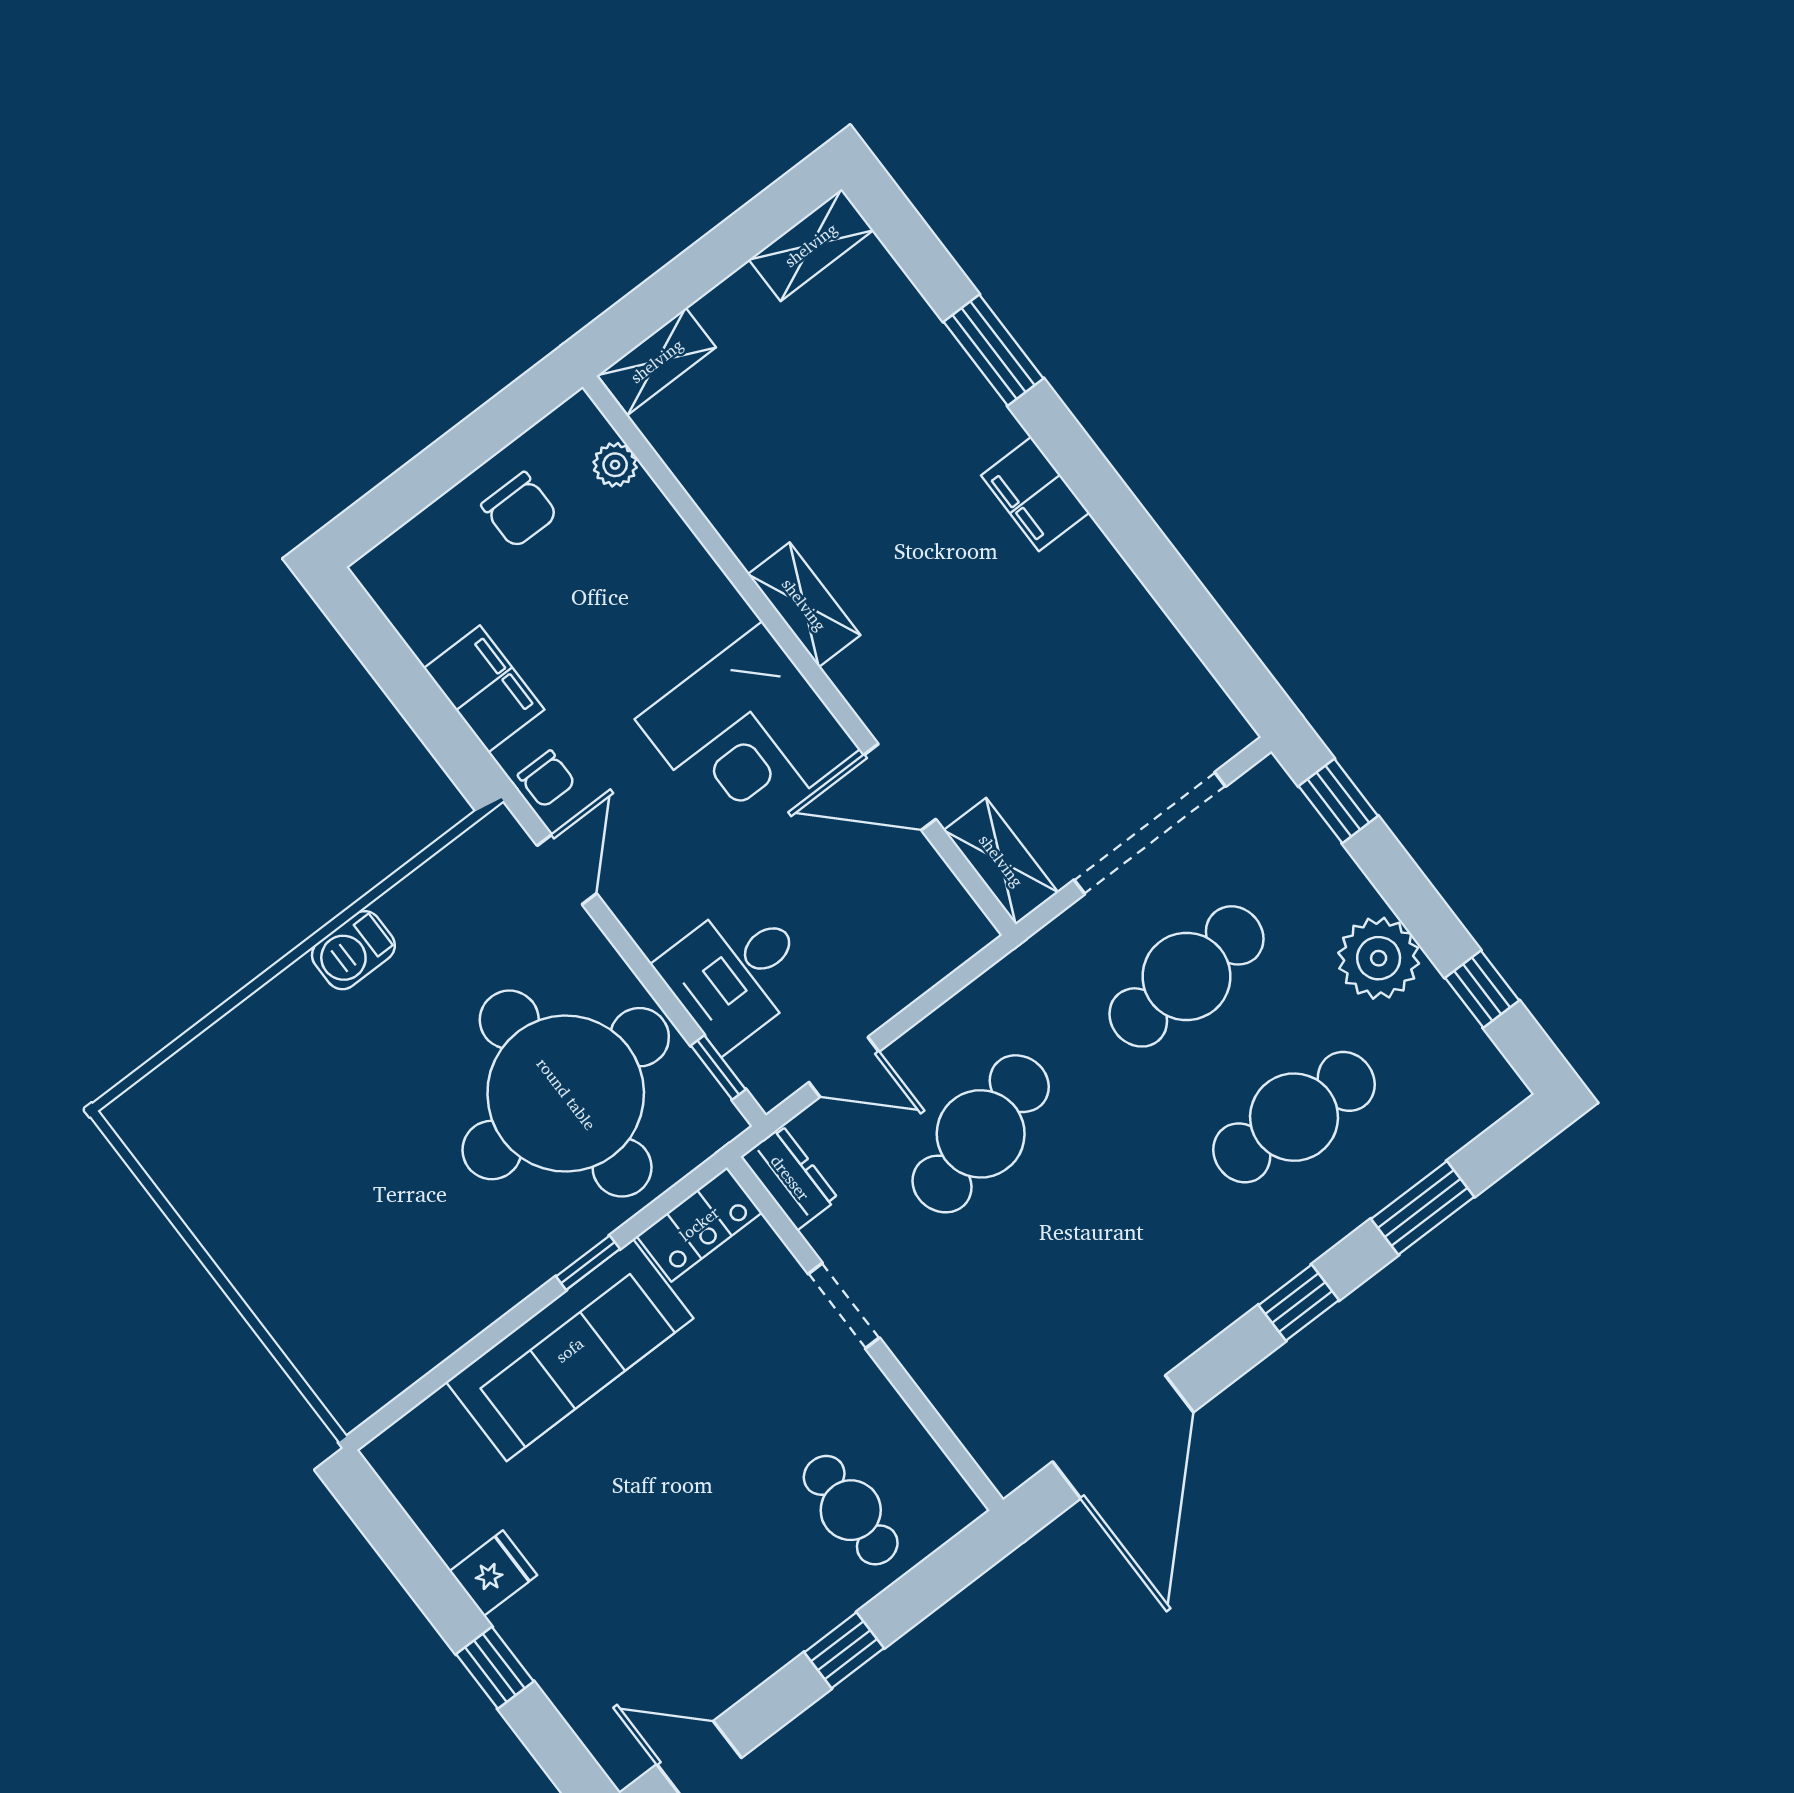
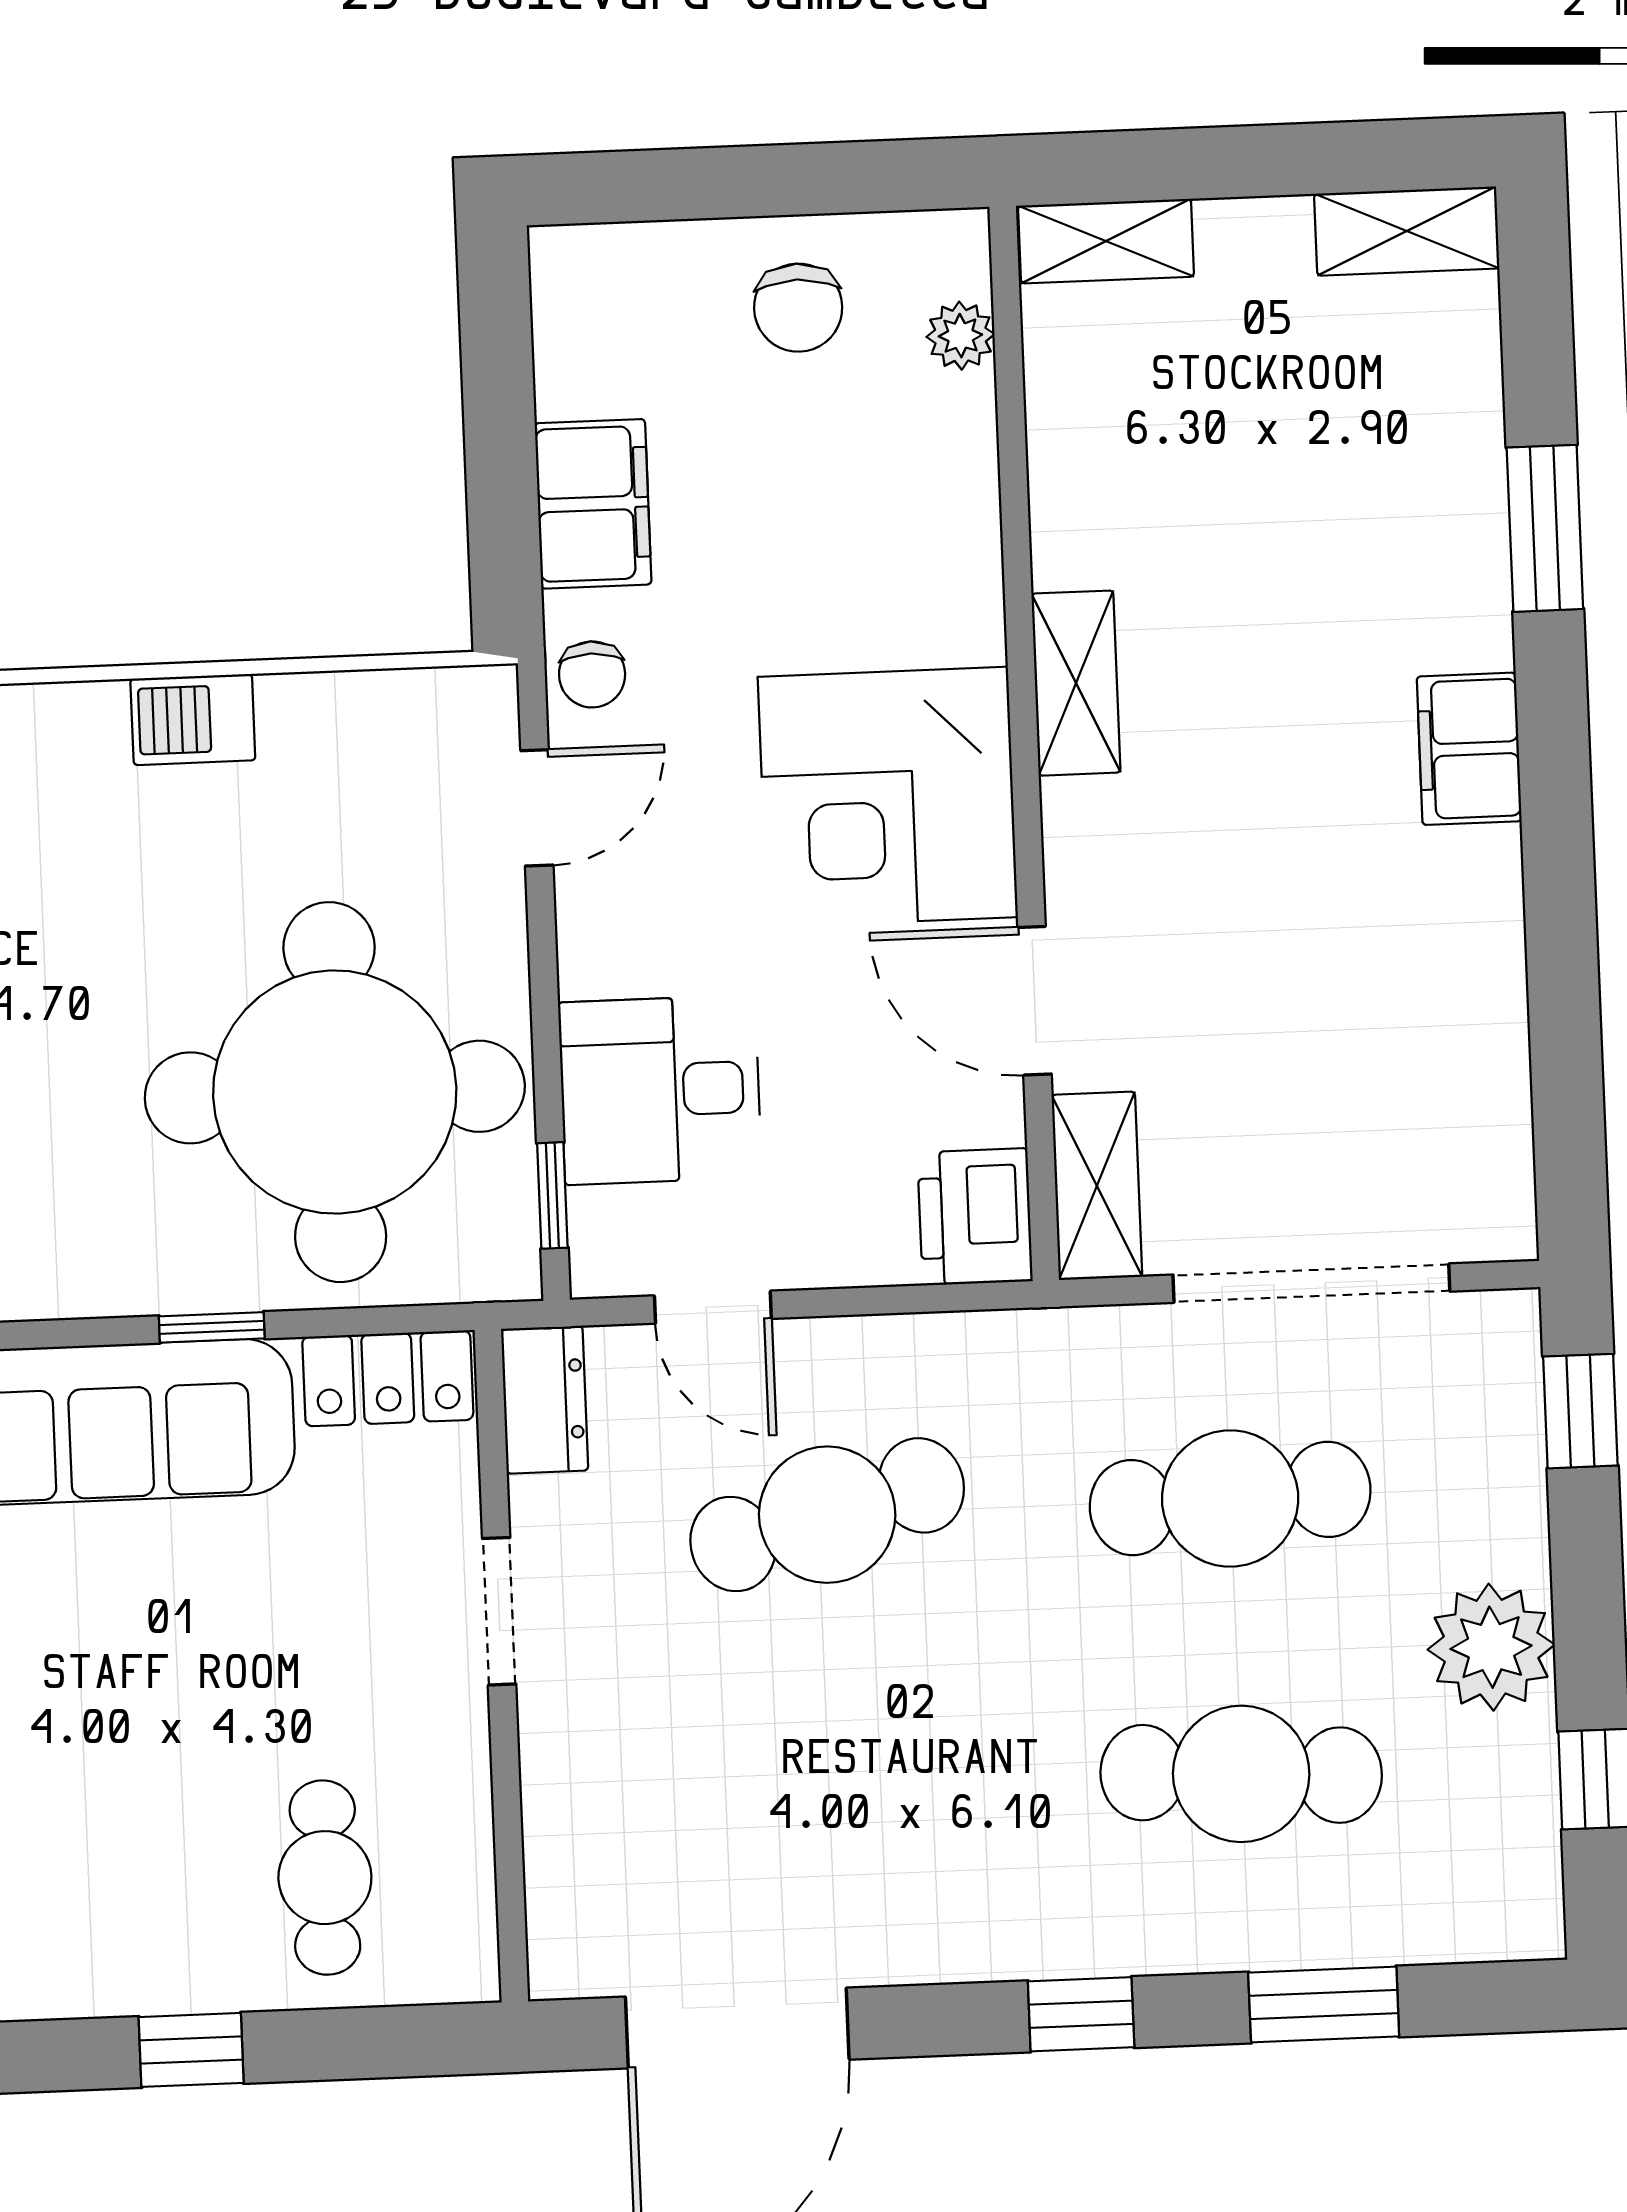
printer: (948, 923) -> (975, 1217), added

